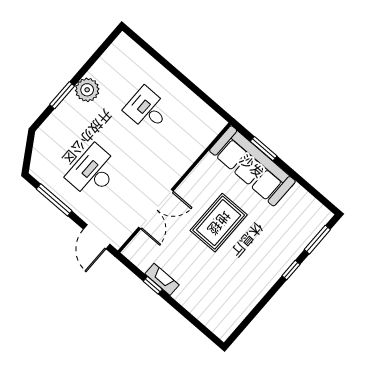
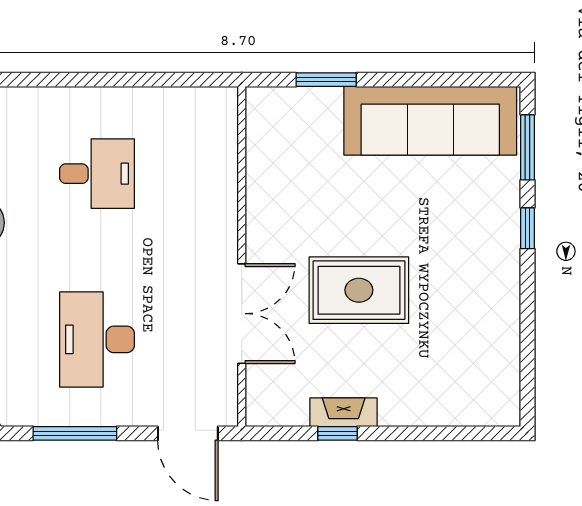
desk: (147, 109) -> (97, 174), turned 180
sofa: (252, 166) -> (430, 121), moved
rug: (219, 223) -> (359, 290), moved, turned 90

